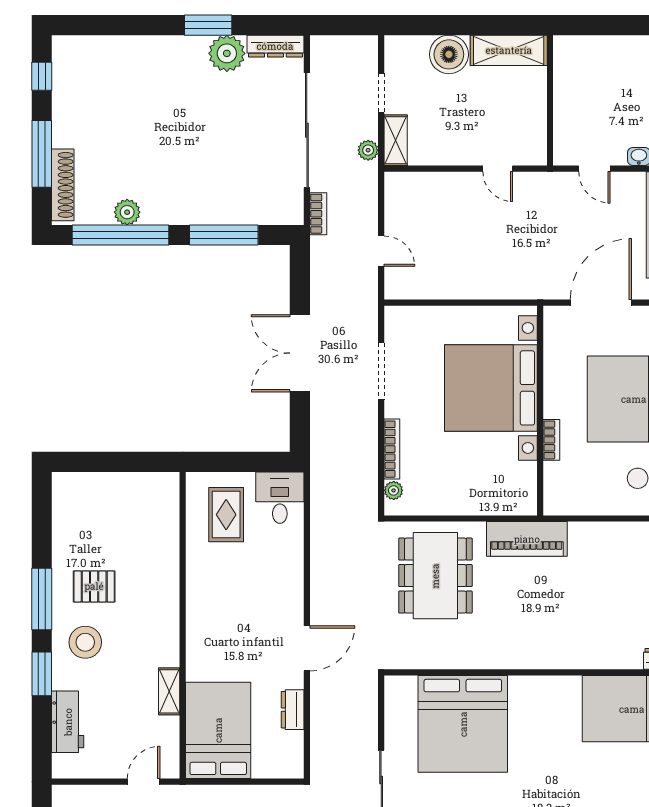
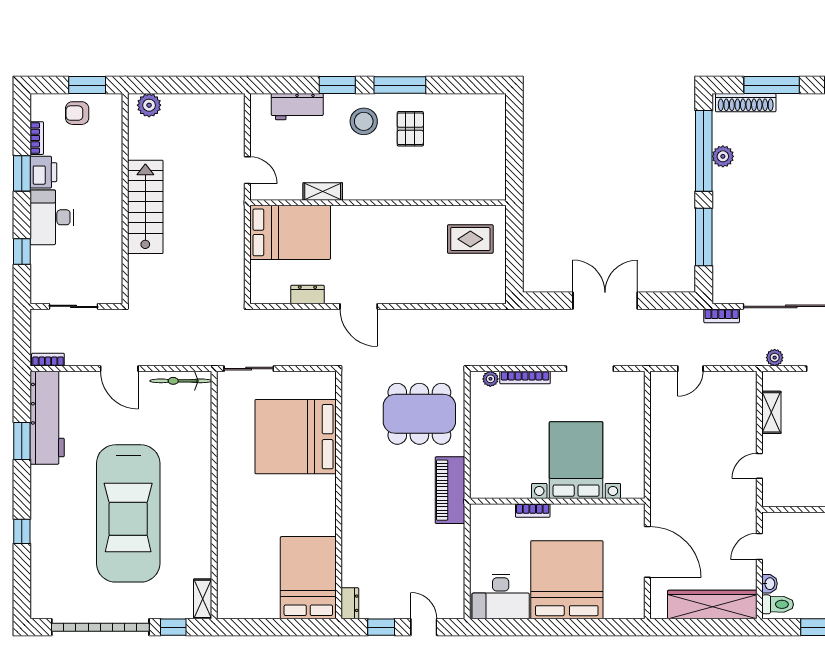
shelving: (396, 140) -> (771, 412), moved, turned 90
bed with nightstands: (491, 388) -> (576, 460), width x0.73
desk: (280, 498) -> (484, 284), removed

